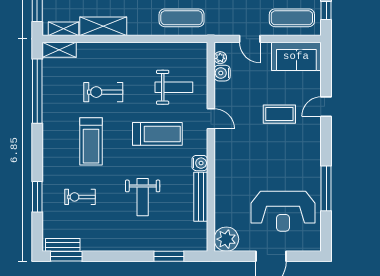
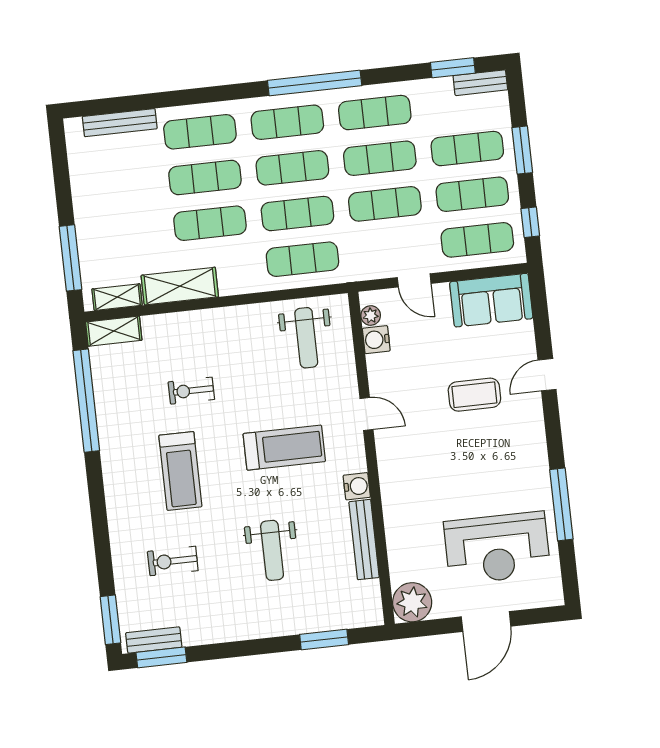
weight bench: (174, 87) -> (306, 338), moved, turned 90
exercise bike: (103, 92) -> (191, 391), width x0.73, depth x0.72
window: (37, 197) -> (110, 620), moved

